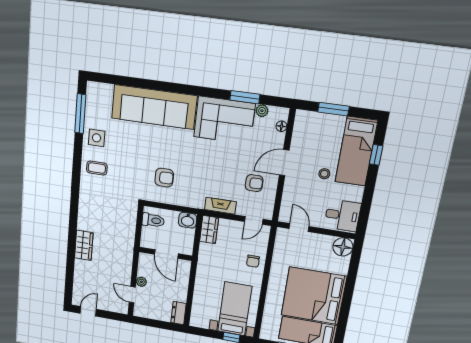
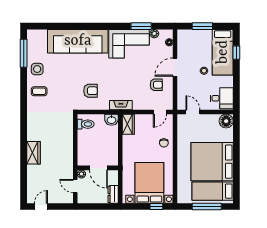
fireplace: (220, 206) -> (121, 105), moved
wall: (165, 254) -> (98, 168), moved
door: (166, 254) -> (98, 168), moved
bed with nightstands: (235, 309) -> (149, 183), width x1.36

